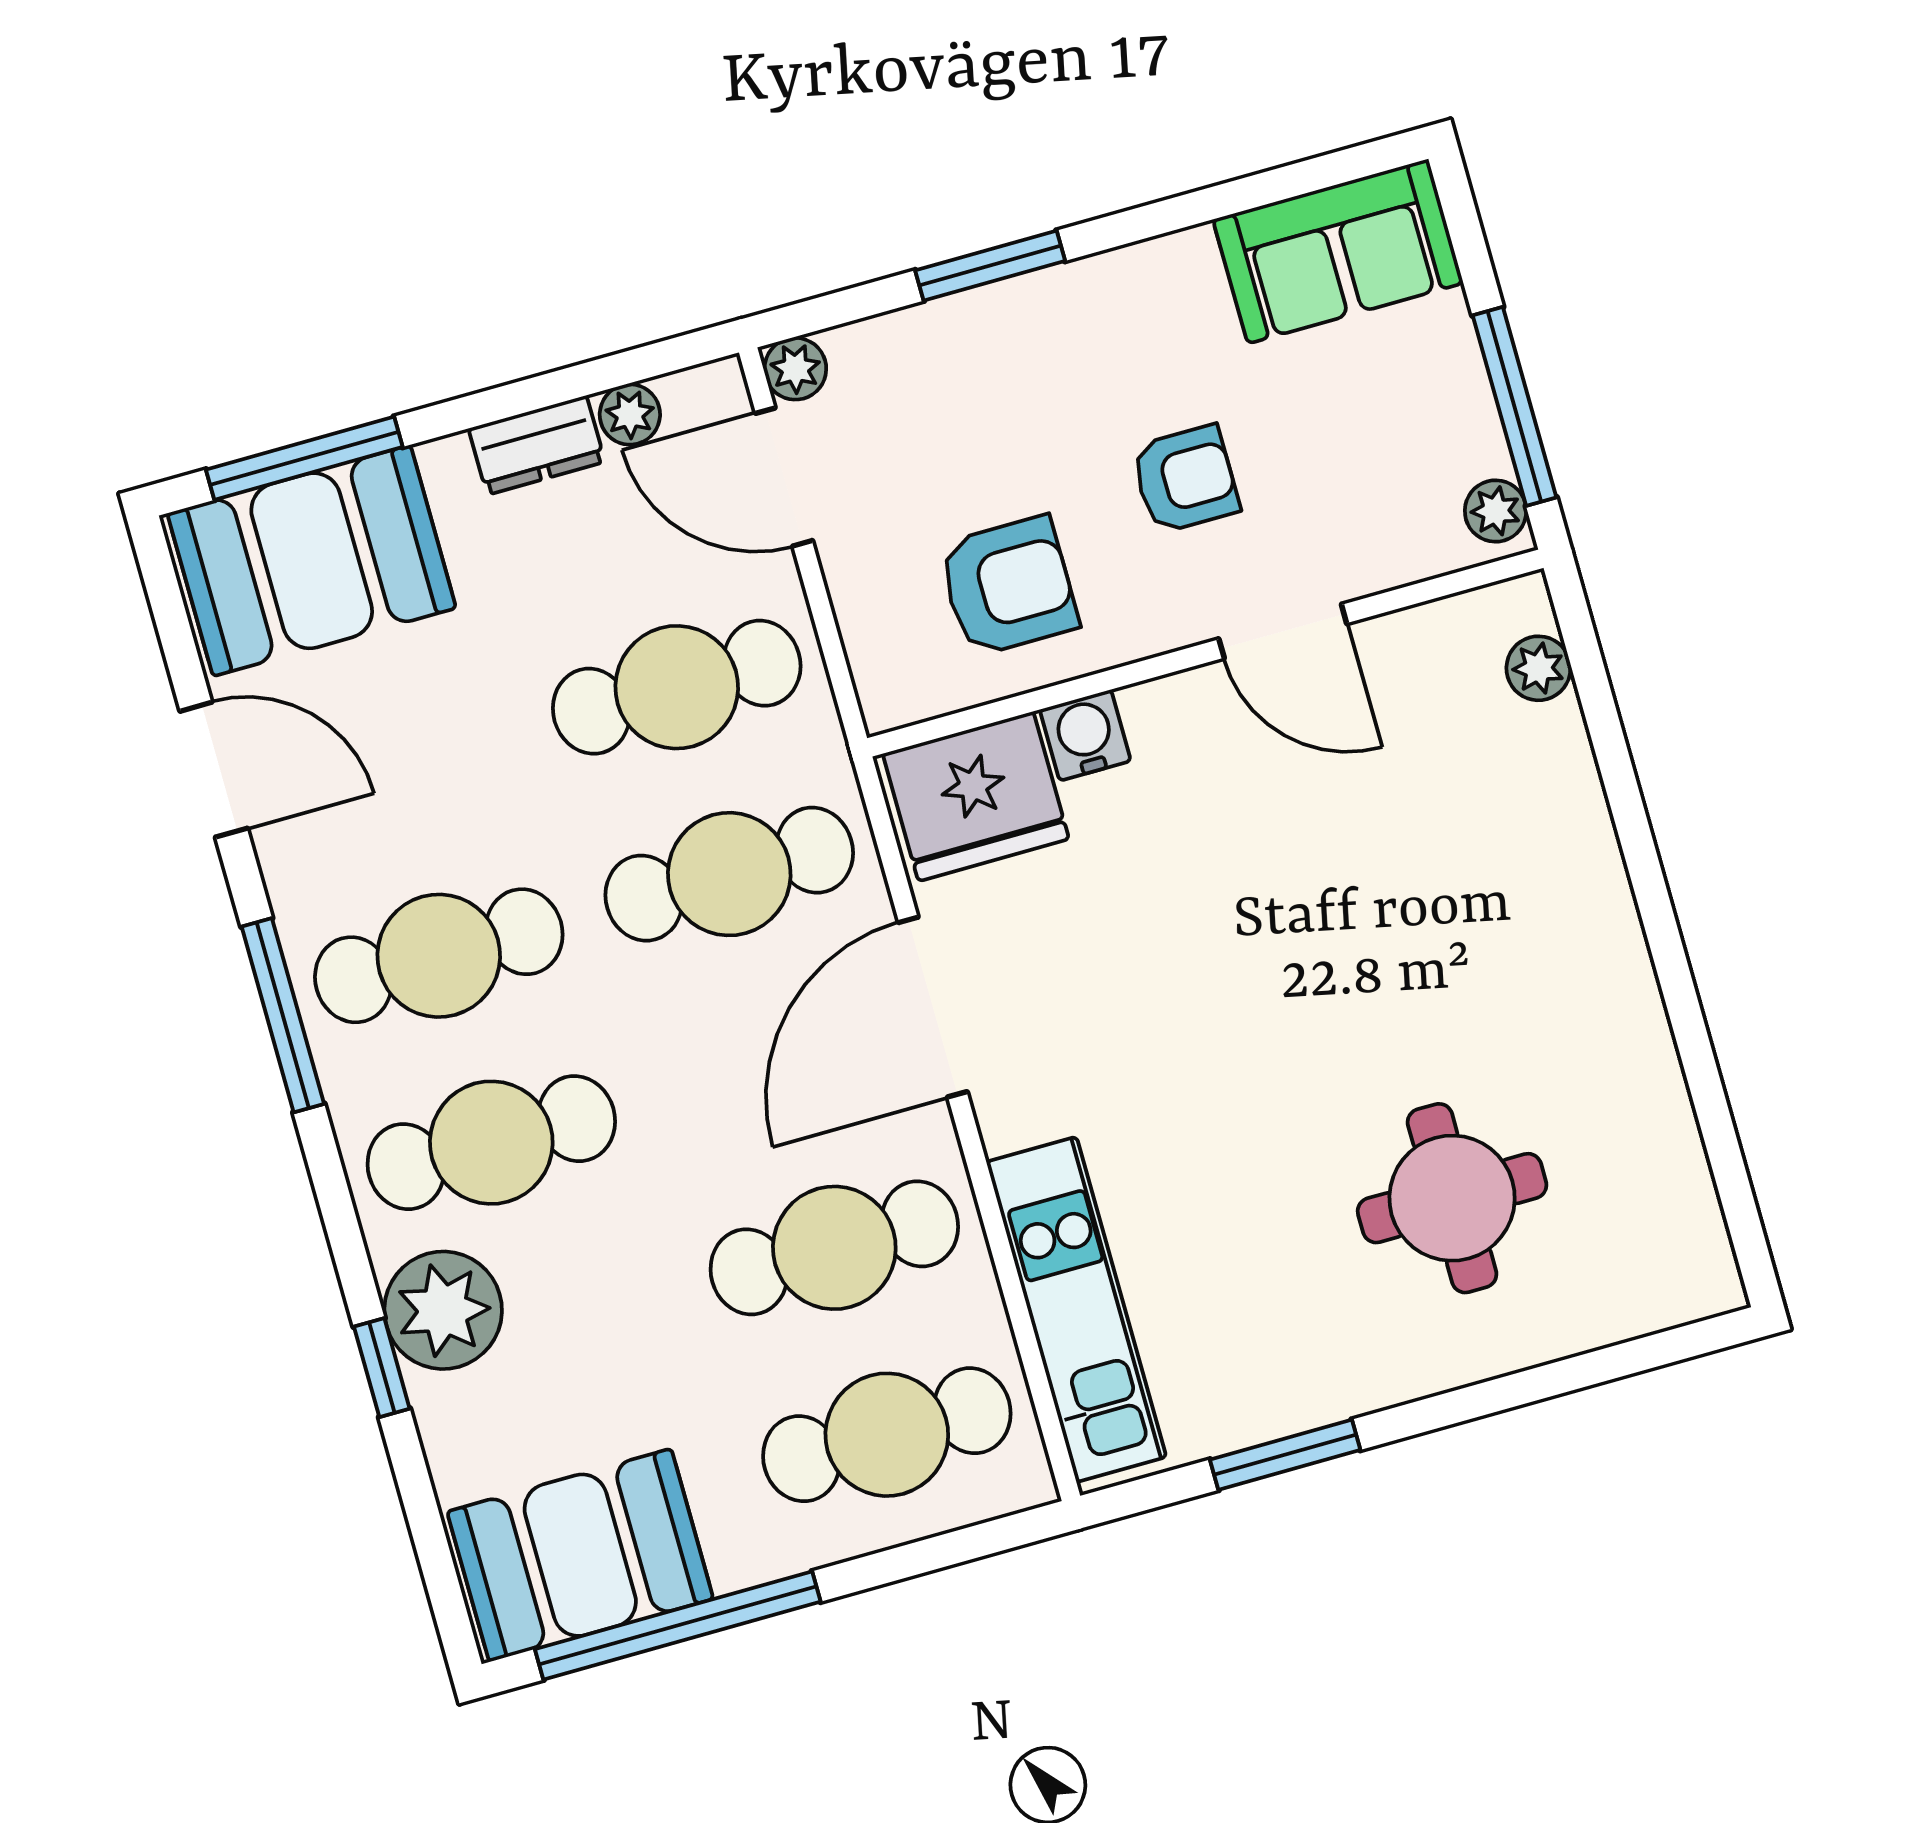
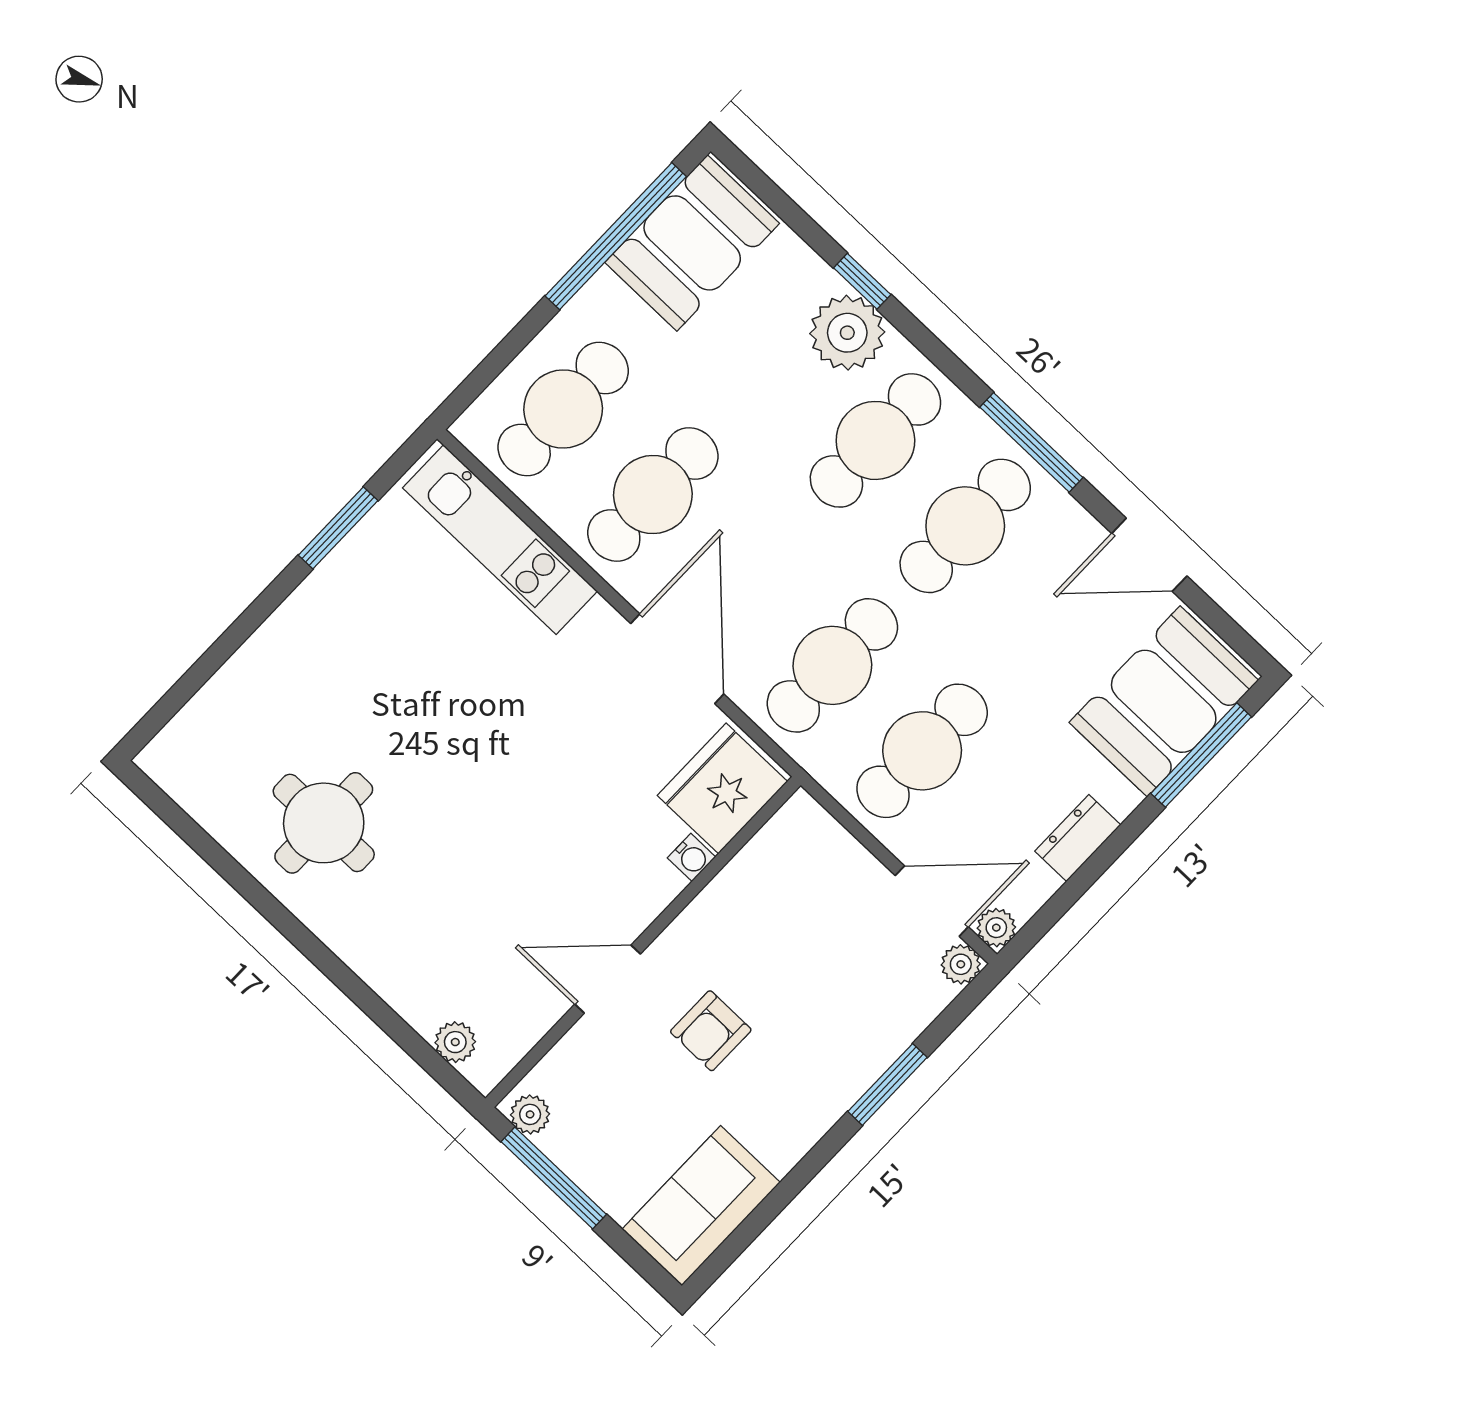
plant: (630, 415) -> (996, 928), moved
armchair: (1008, 586) -> (773, 914), removed
water cooler: (1085, 735) -> (691, 857), width x0.72, depth x0.72
round table: (1452, 1198) -> (324, 823), moved

